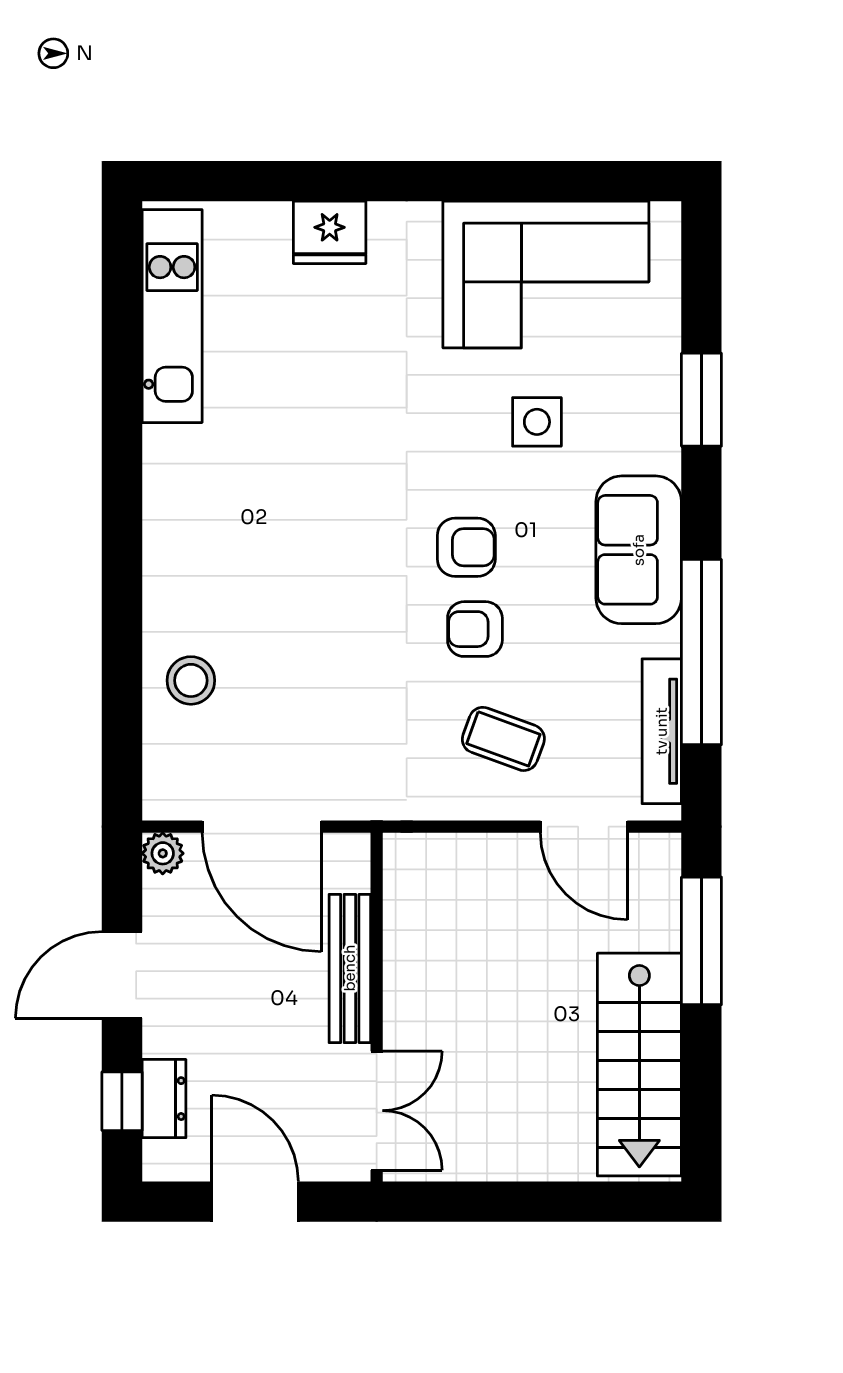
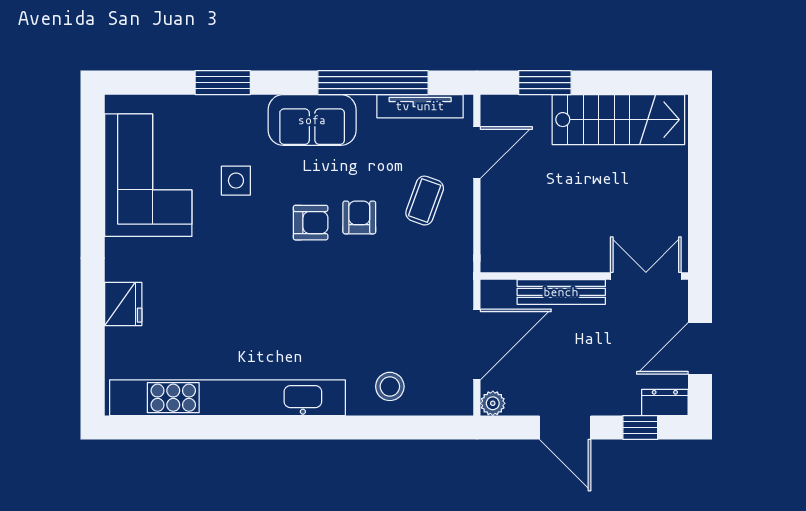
kitchen unit: (172, 316) -> (227, 398), width x1.86
armchair: (466, 547) -> (311, 223), turned 90
armchair: (475, 629) -> (359, 217), turned 180
window: (701, 941) -> (545, 83), width x0.69
dresser: (164, 1099) -> (665, 402), moved

